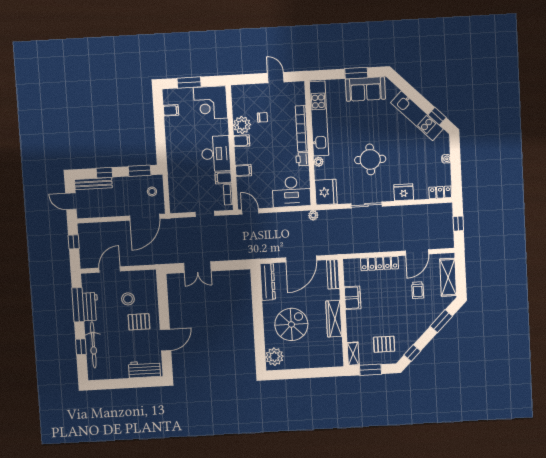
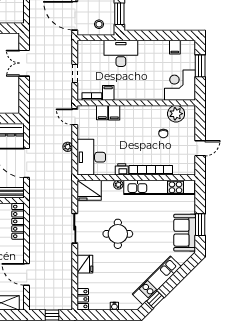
plant: (242, 125) -> (176, 114), moved
filing cabinet: (242, 141) -> (102, 113), moved
desk: (216, 154) -> (121, 53), moved, turned 180
door: (250, 211) -> (75, 117), swing flipped
plant: (313, 215) -> (68, 147), moved
locker: (380, 263) -> (18, 221), moved

